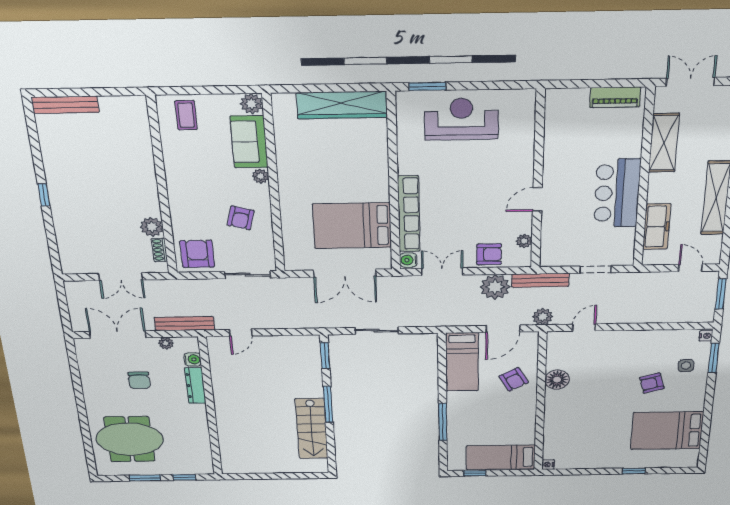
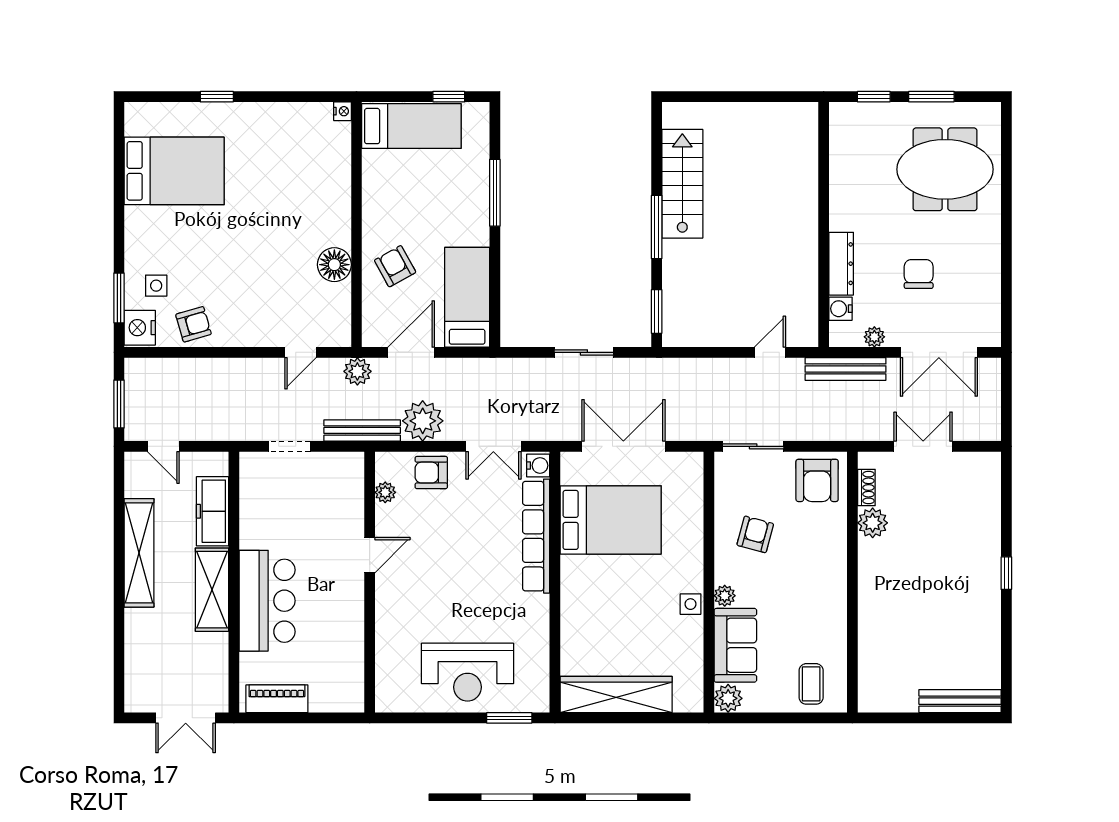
shelving: (664, 143) -> (212, 590), moved
side table: (287, 170) -> (691, 604), added
bar counter: (617, 193) -> (267, 601), moved
nightstand: (706, 336) -> (140, 328), width x1.89, depth x1.79
armchair: (652, 383) -> (194, 324), moved

